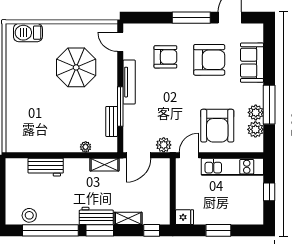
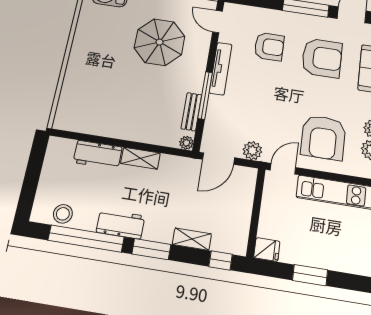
plant: (86, 147) -> (186, 143), moved
shelving: (104, 165) -> (140, 158), moved
workbench: (96, 216) -> (121, 224), moved

